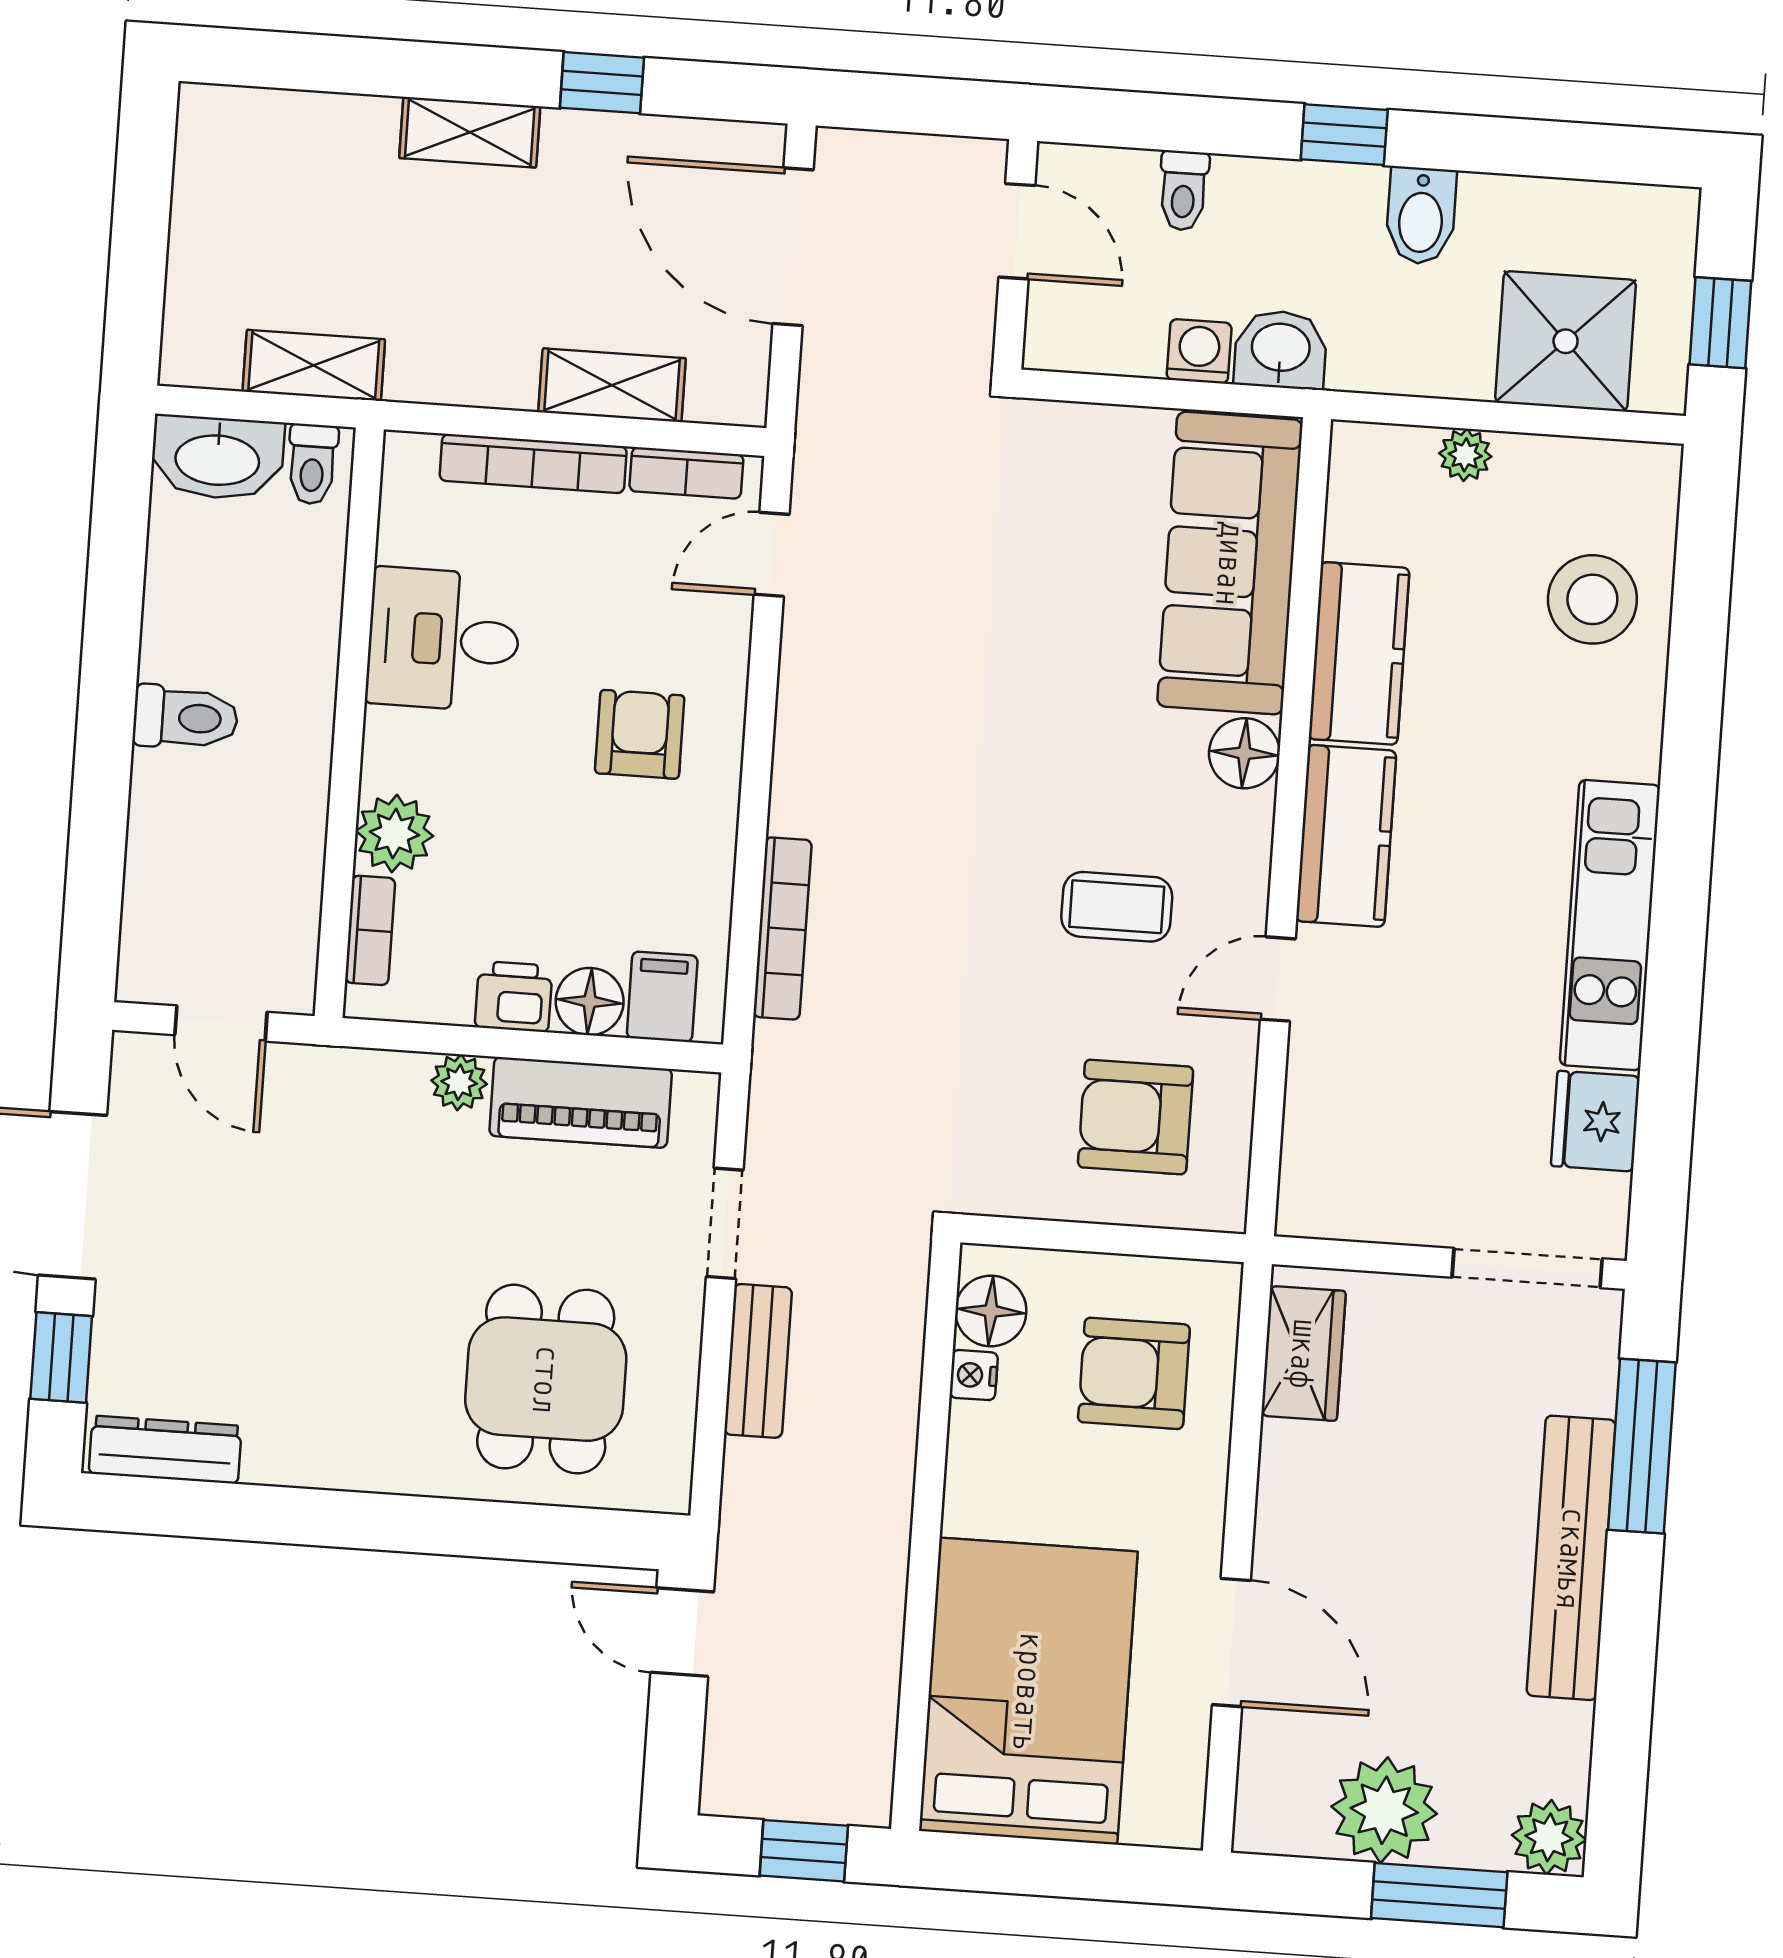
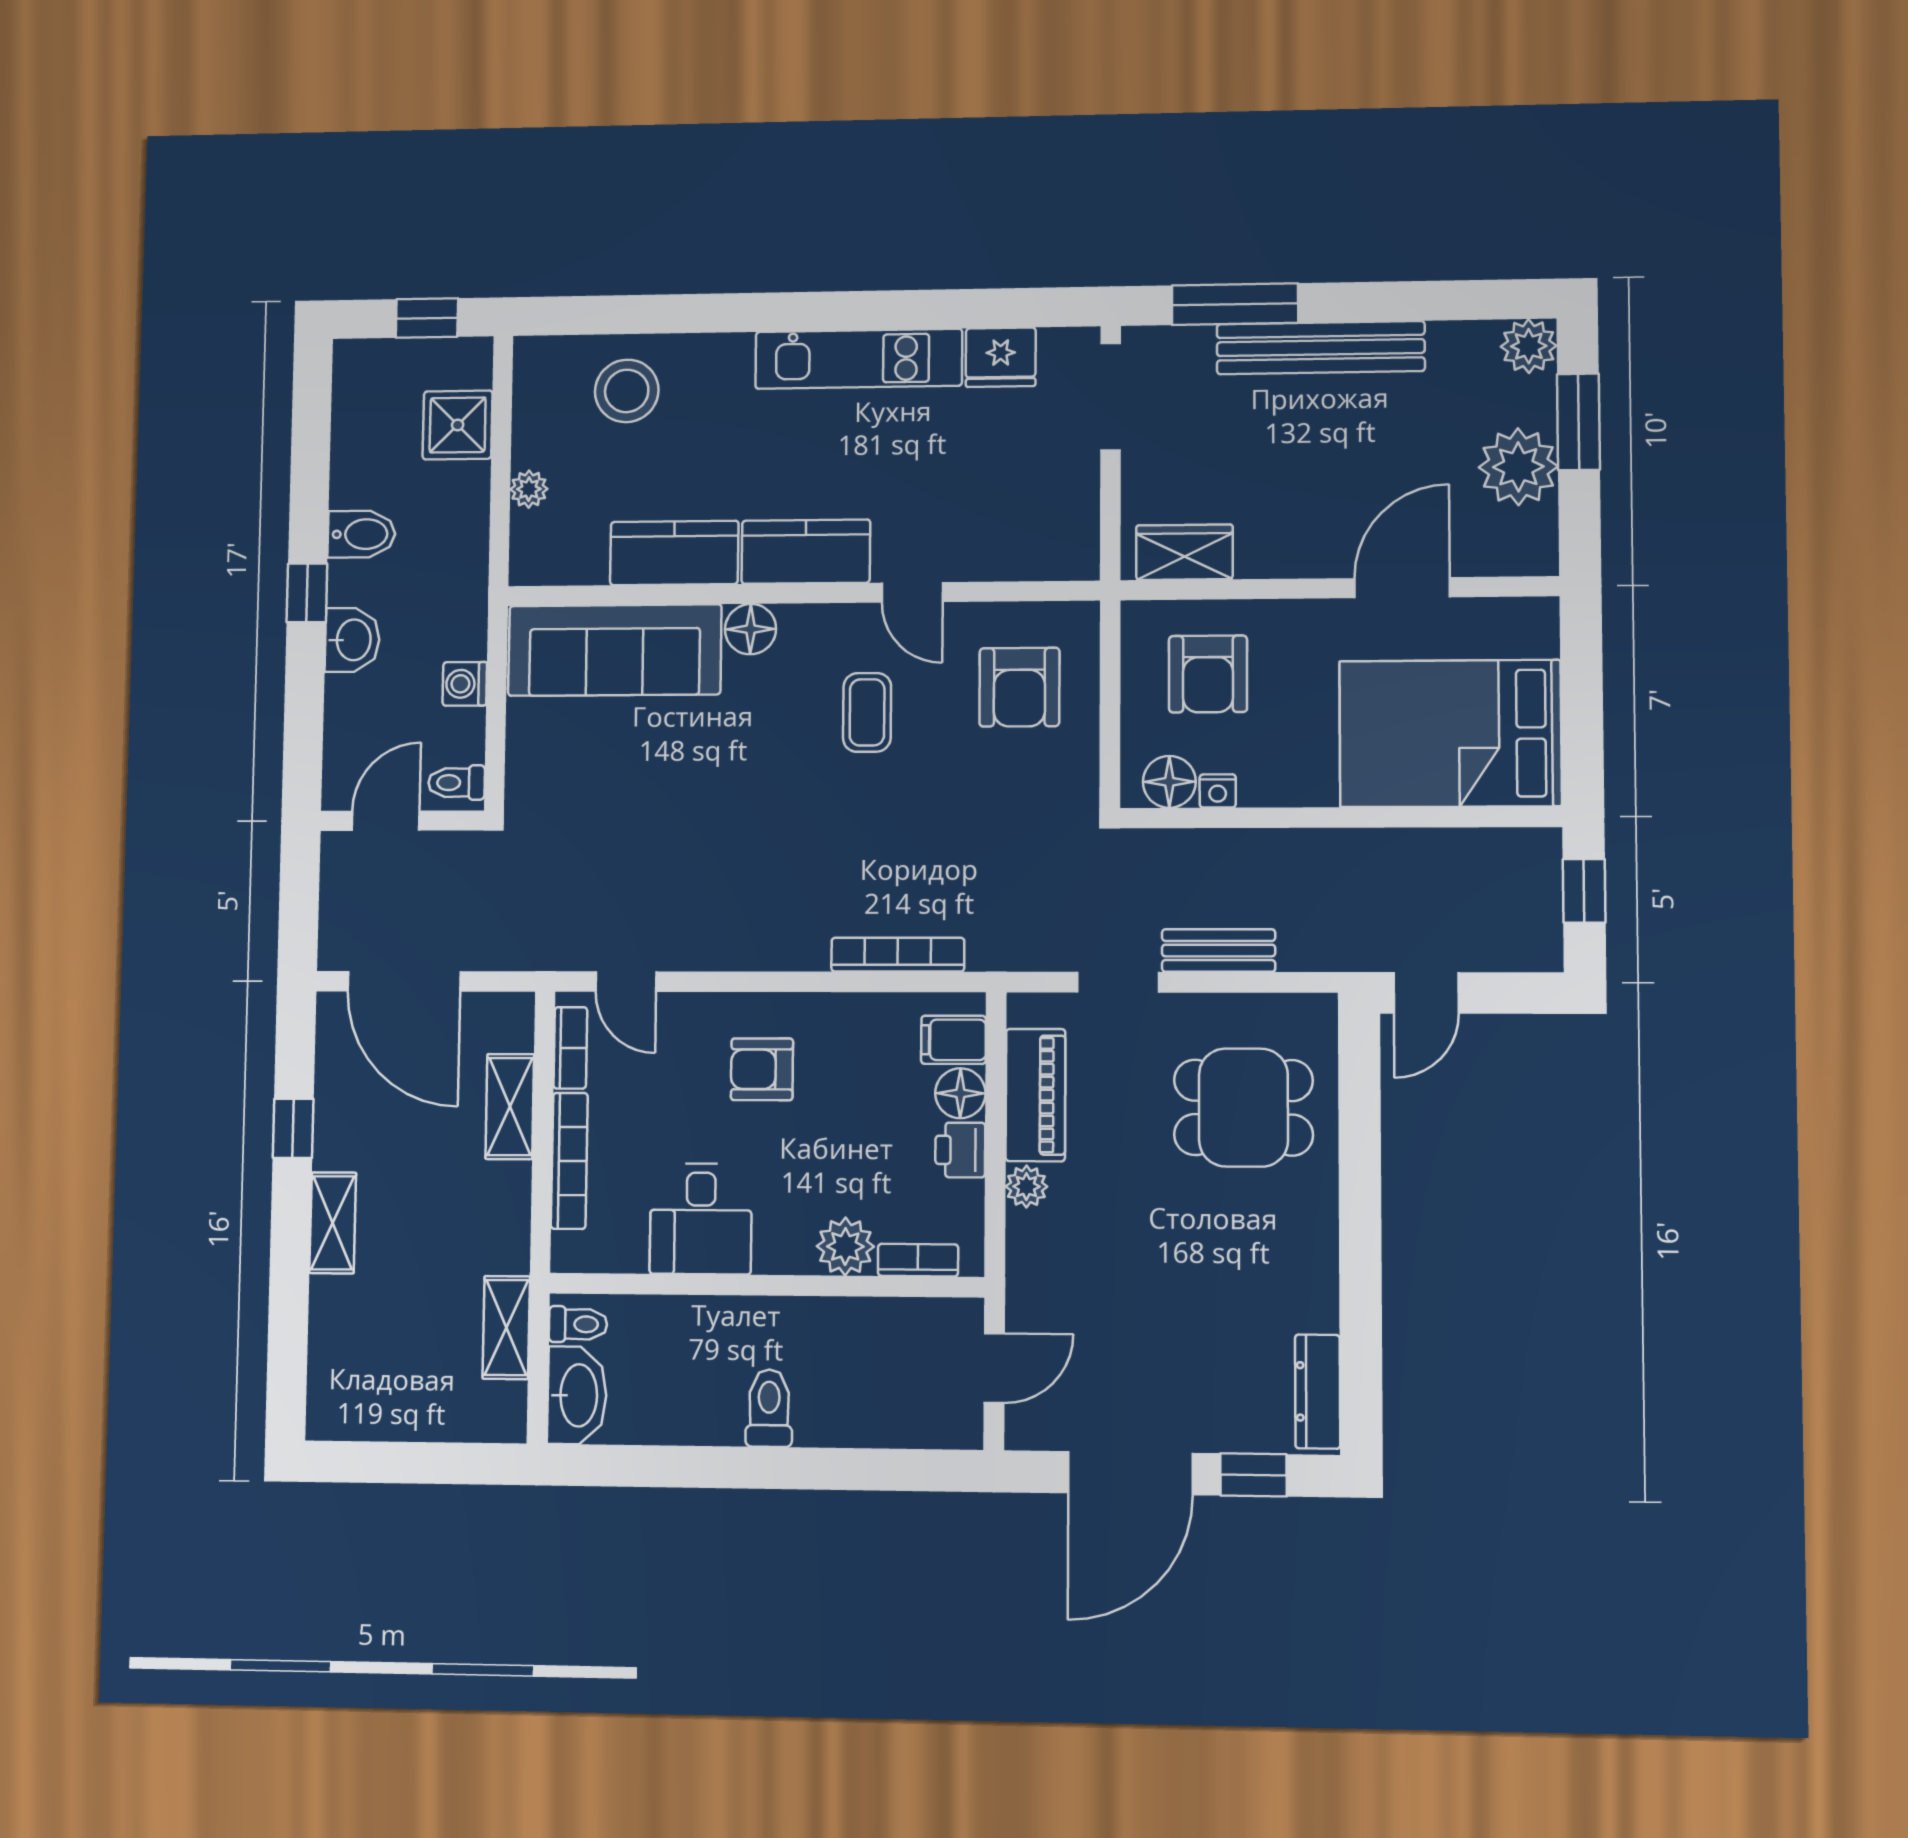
toilet: (1183, 191) -> (457, 783), moved, turned 180
door: (793, 247) -> (404, 981), hinge flipped
shower: (1566, 341) -> (458, 425), width x0.73, depth x0.73
washbasin: (1281, 350) -> (352, 640), moved, turned 180

